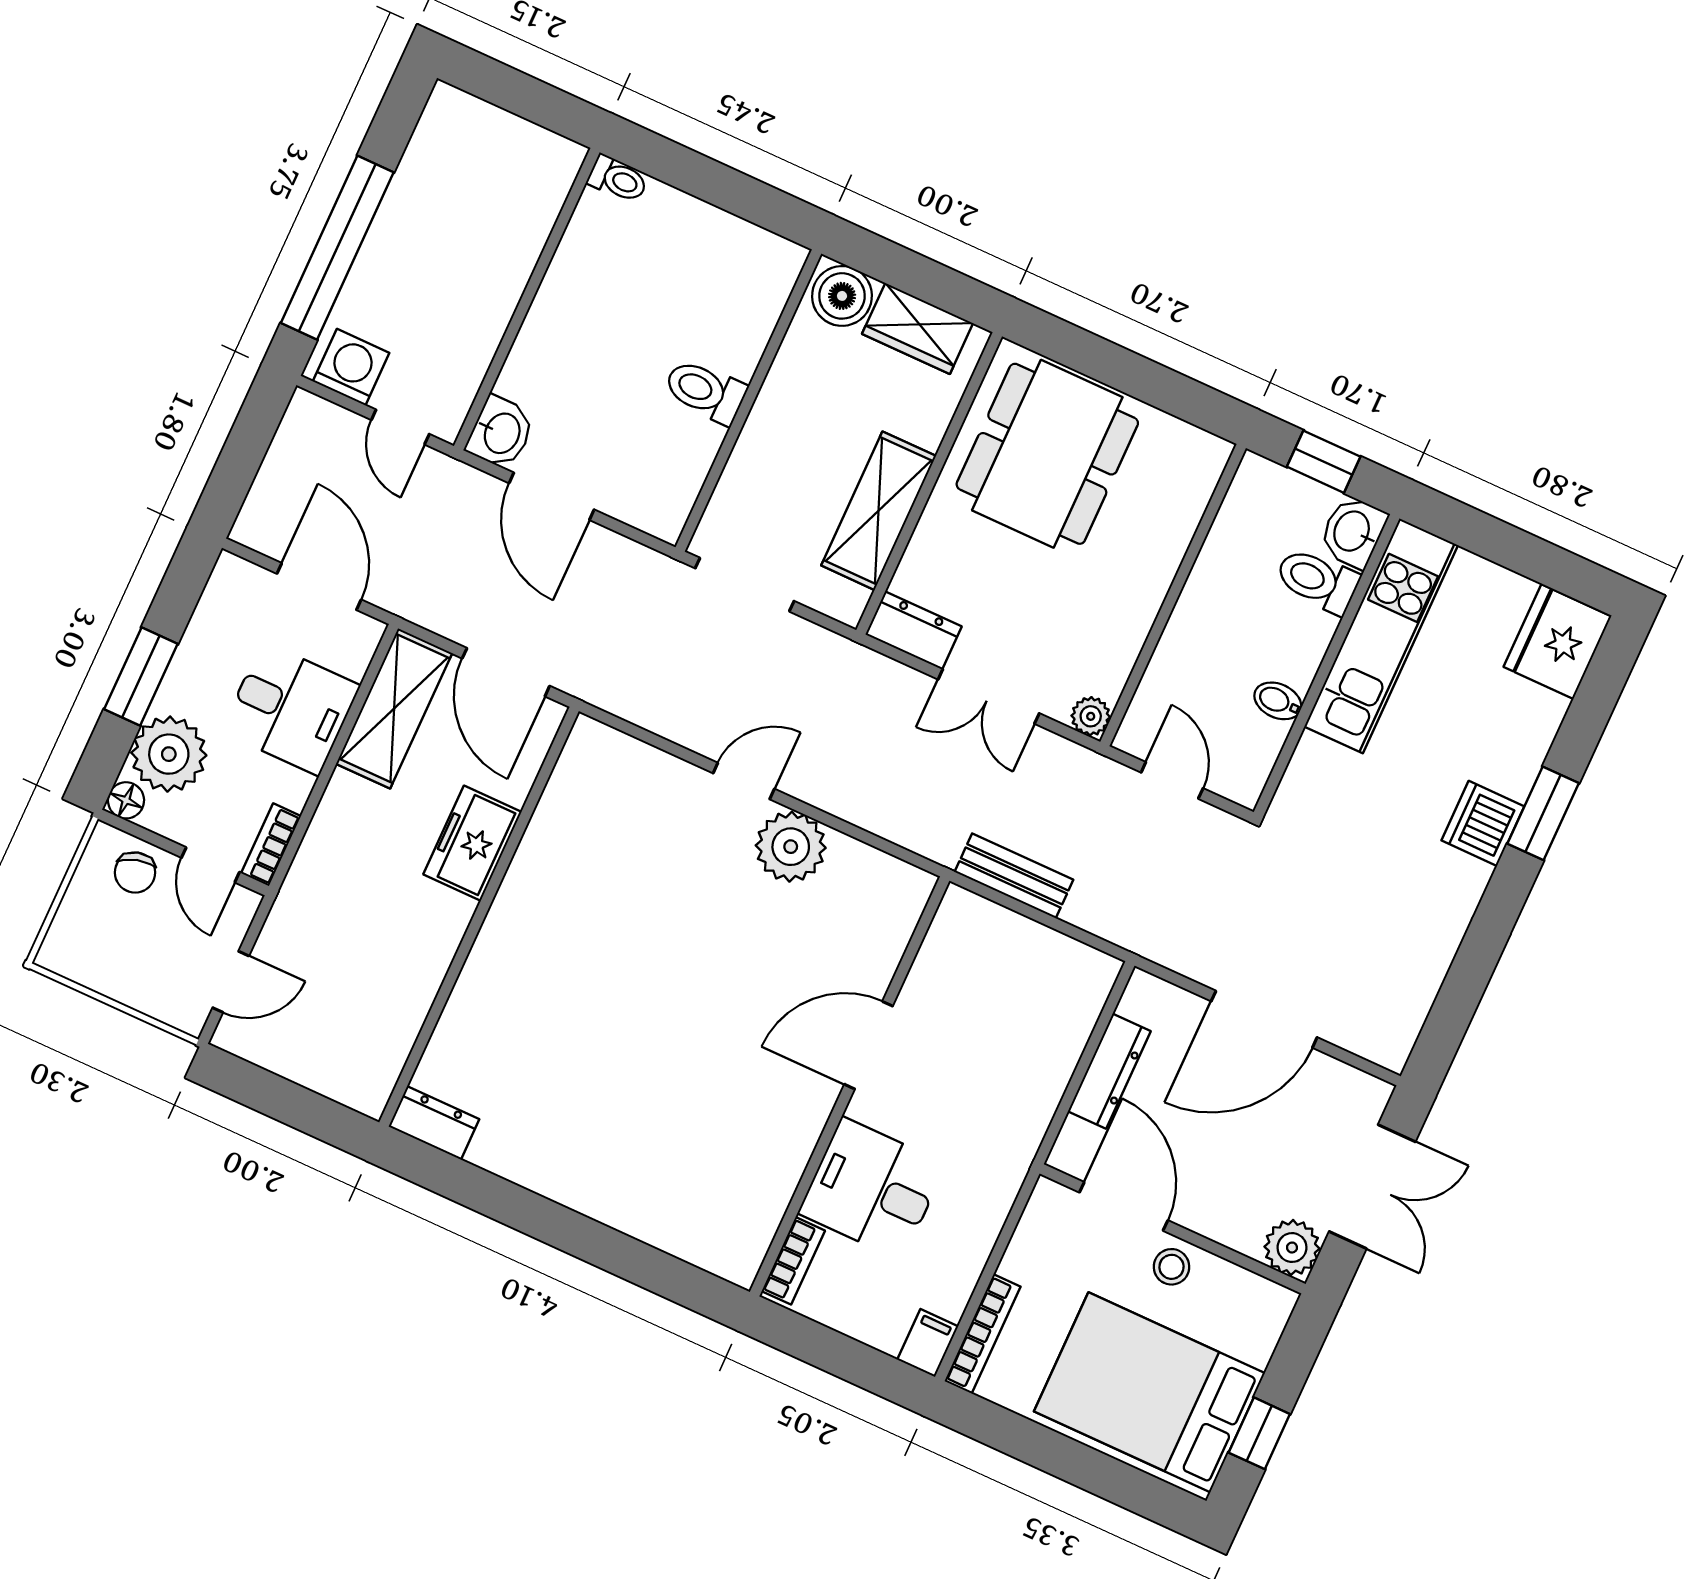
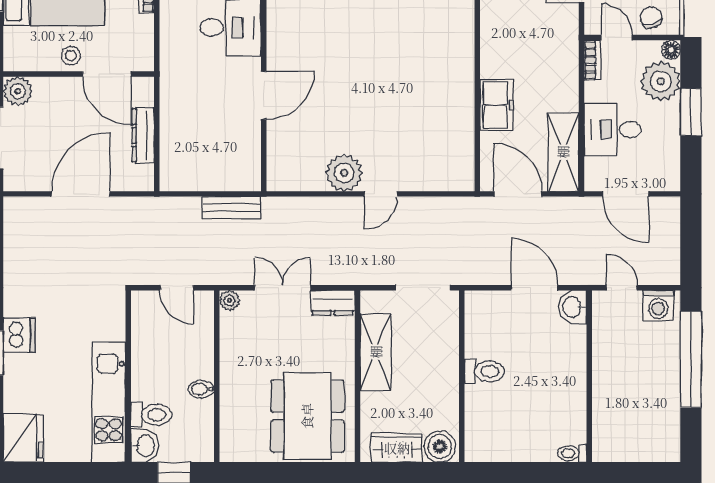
bidet: (1278, 701) -> (201, 389), moved, turned 180

